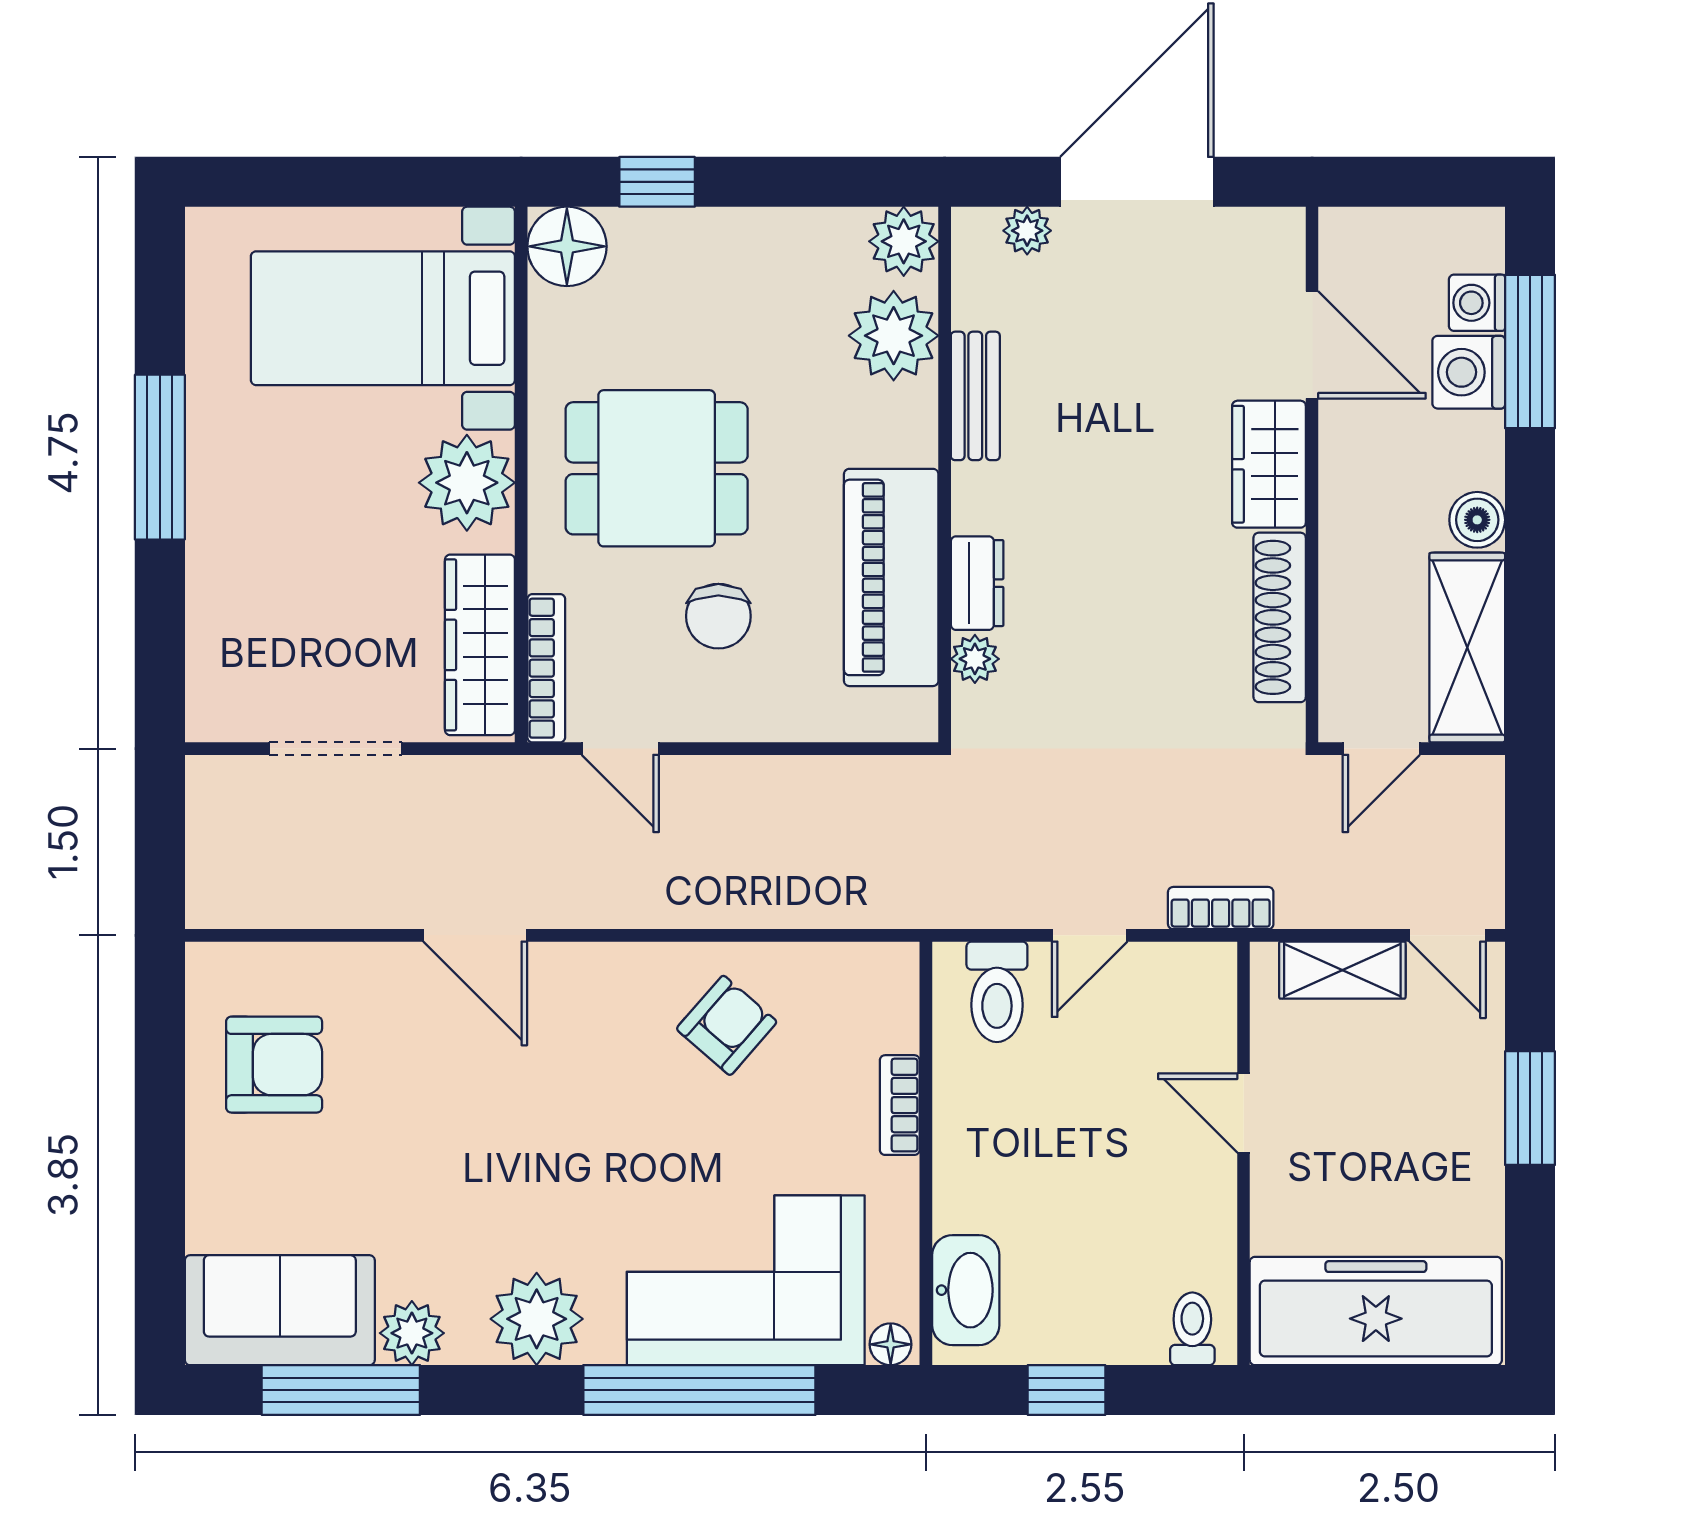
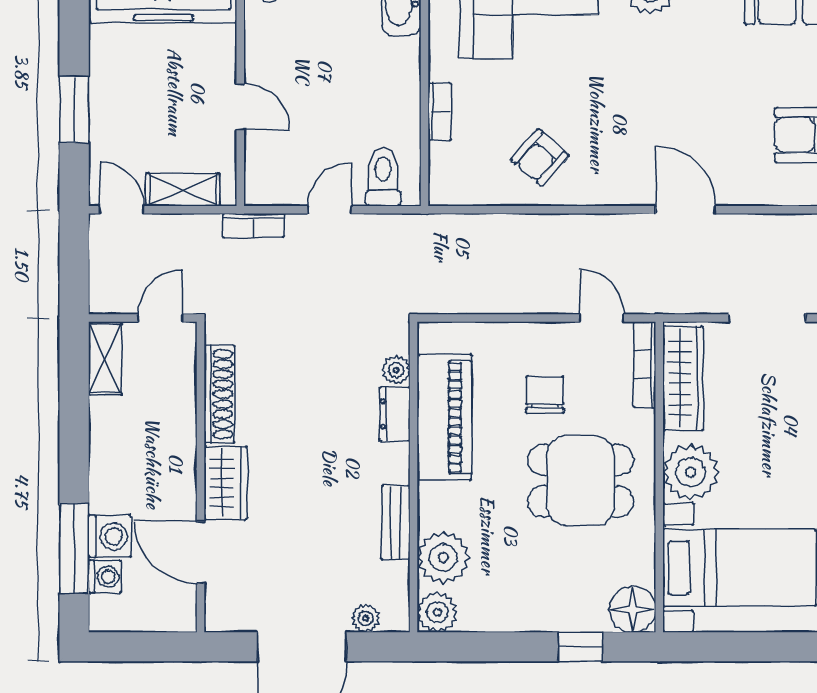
boiler: (1477, 520) -> (105, 451), removed
shelving: (1467, 648) -> (105, 358), width x0.67, depth x0.75

